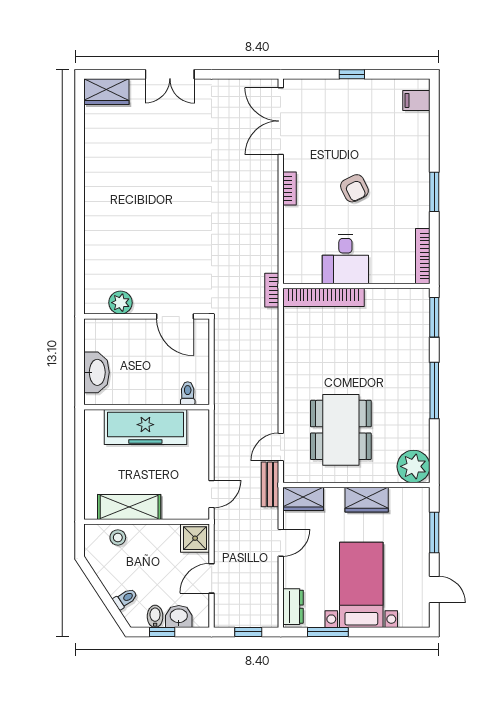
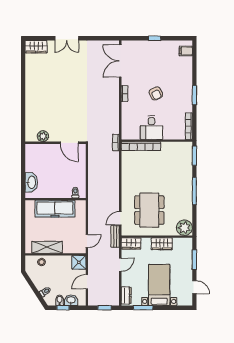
plant: (121, 303) -> (43, 136), moved
wall: (147, 316) -> (56, 143), moved
door: (175, 316) -> (69, 143), moved

